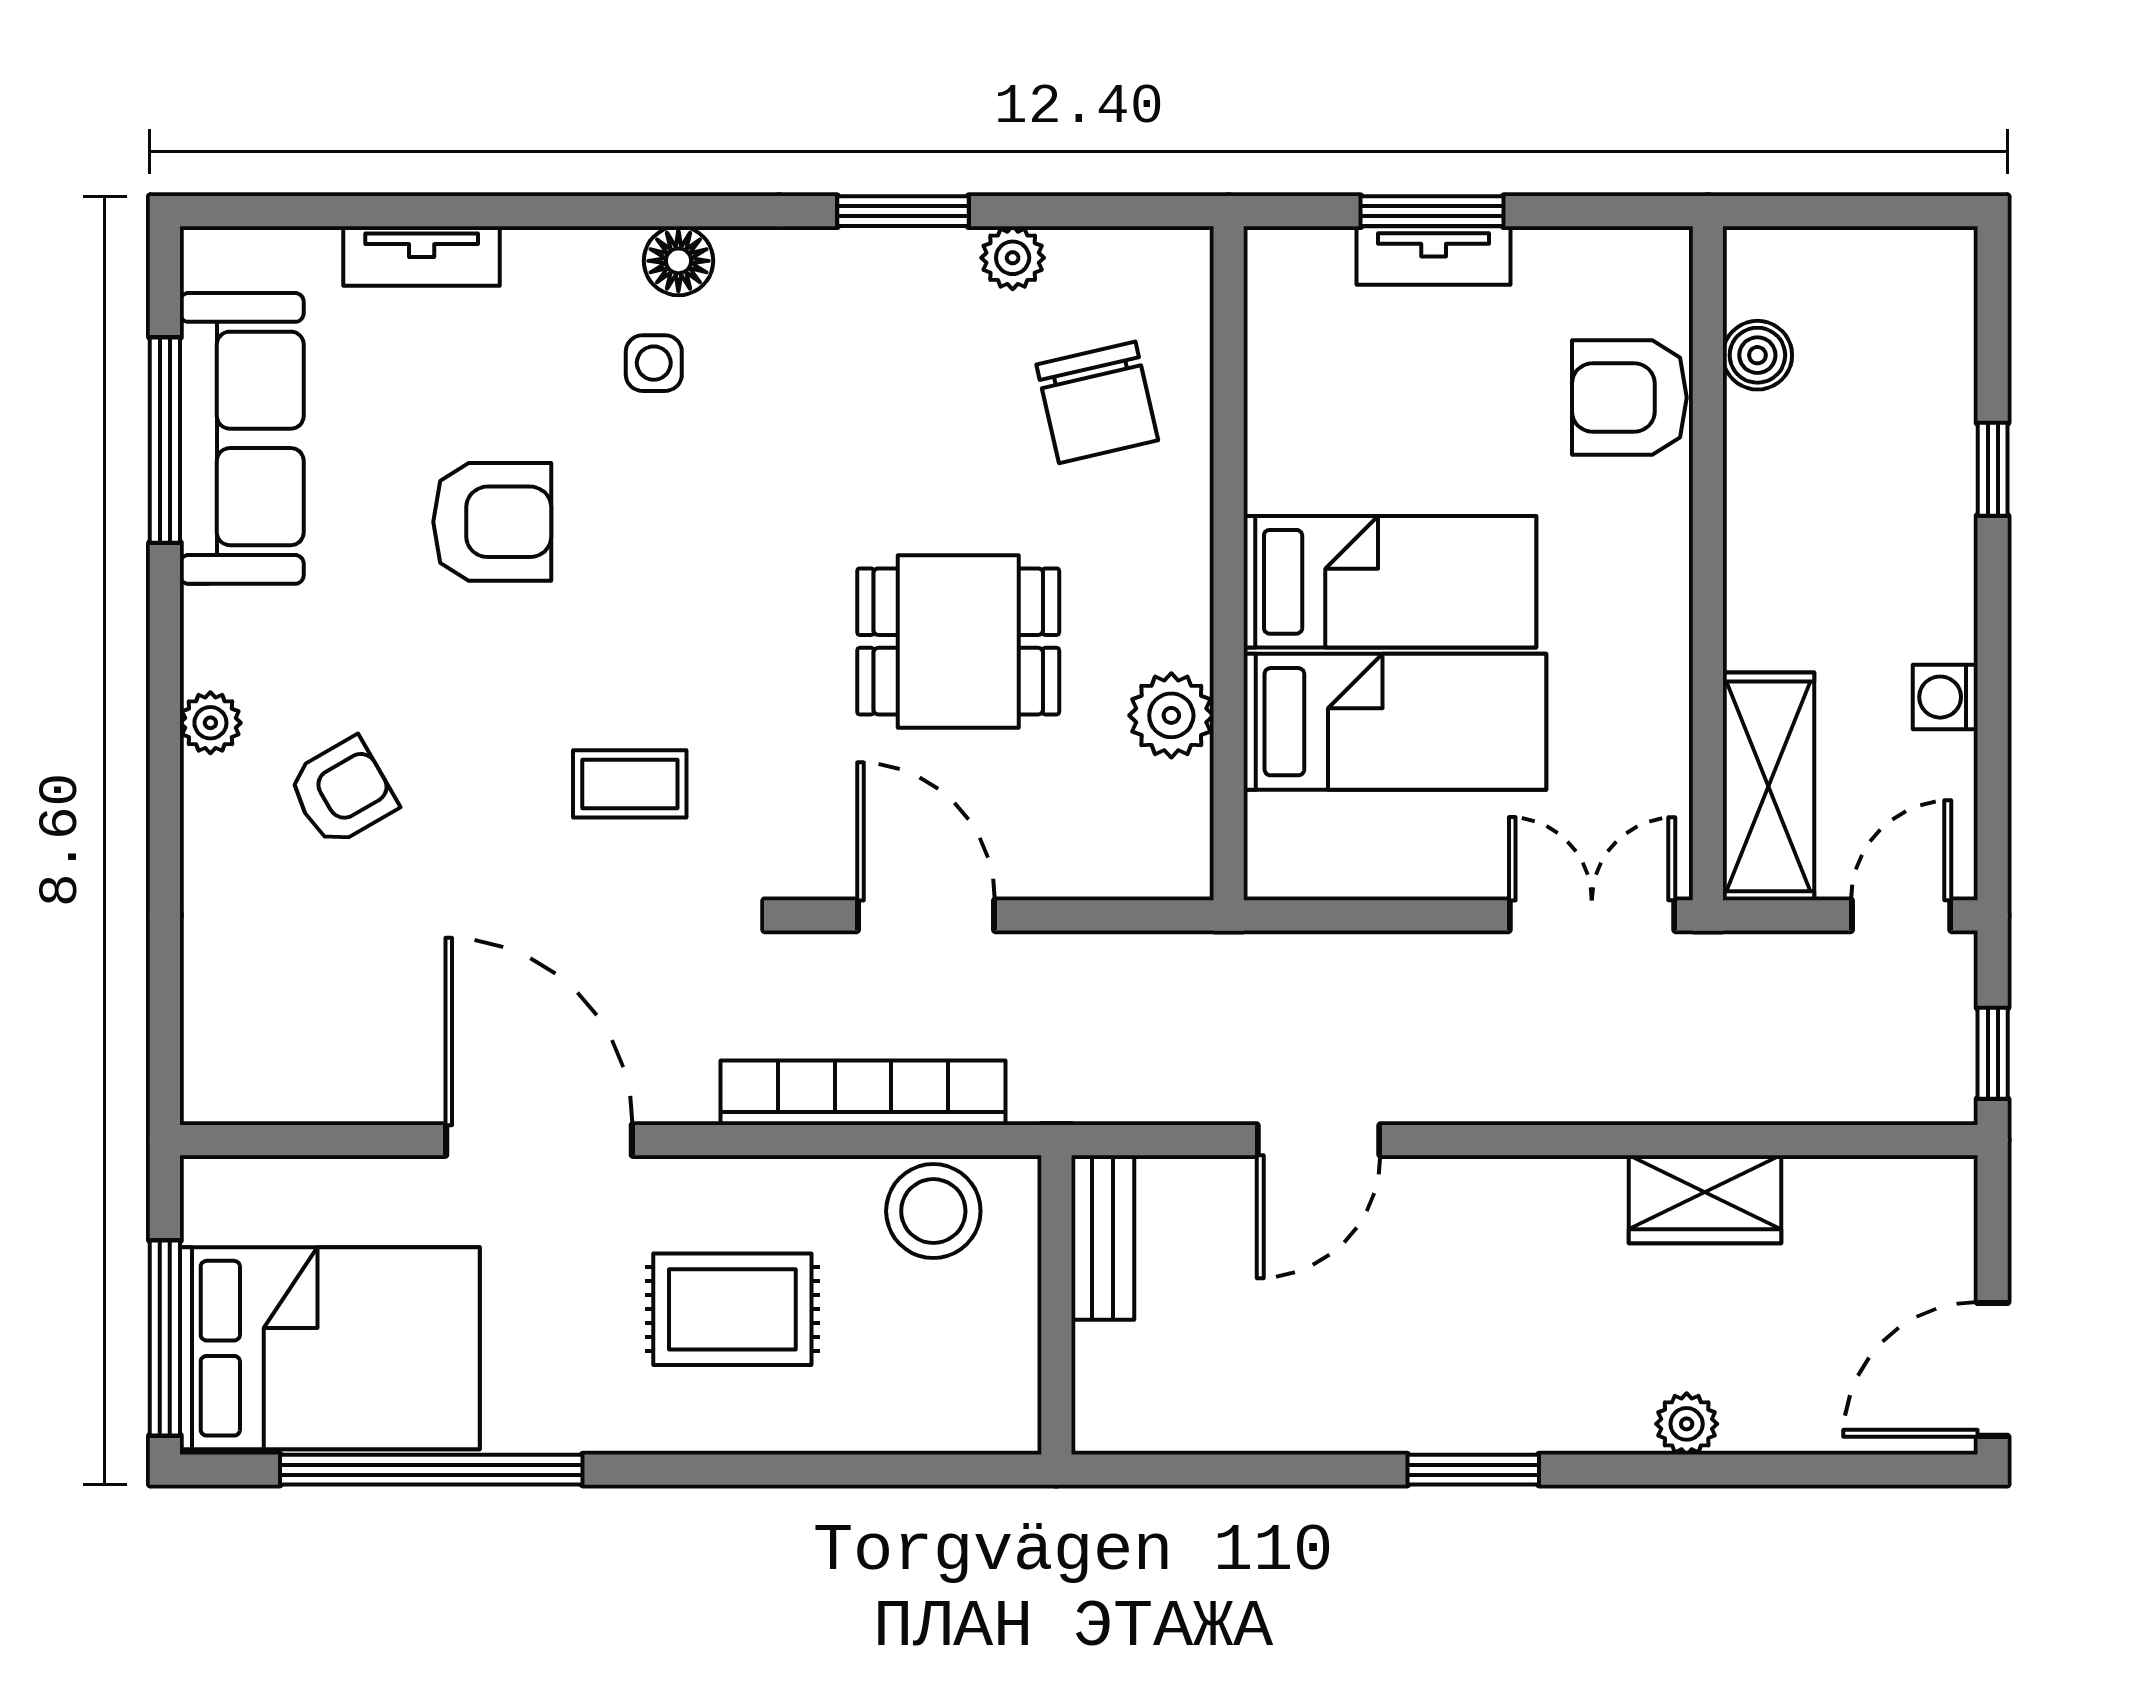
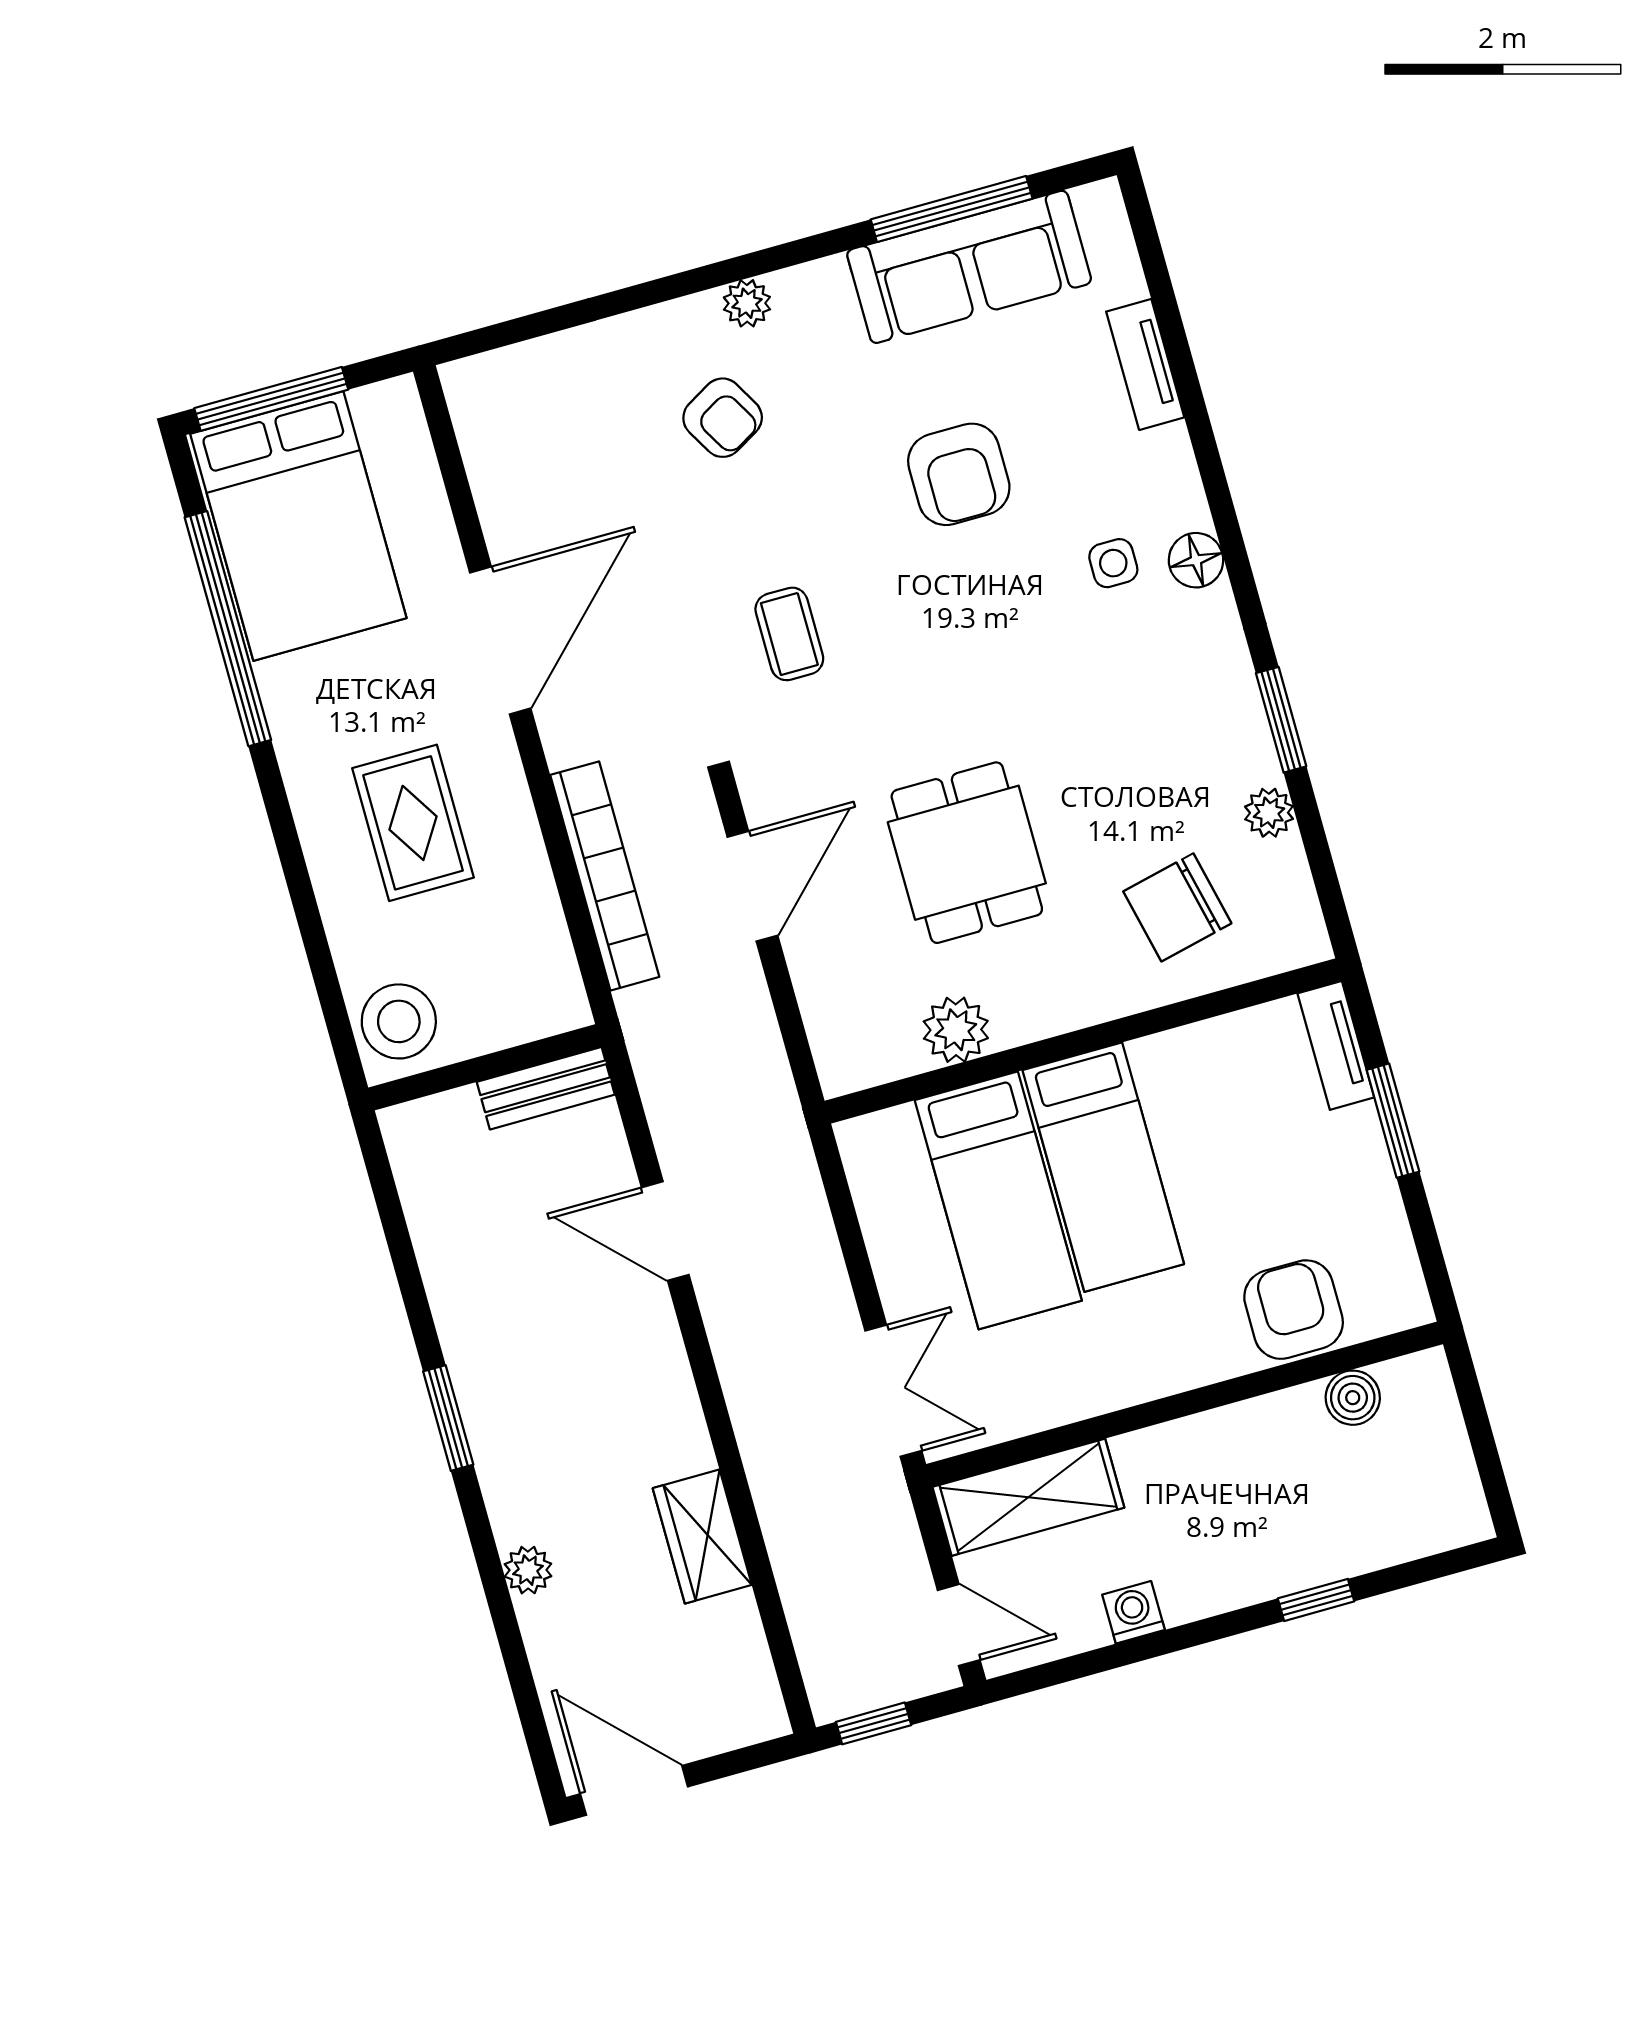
tv unit: (1434, 256) -> (1336, 1045), moved
stool: (933, 1211) -> (399, 1021), moved

